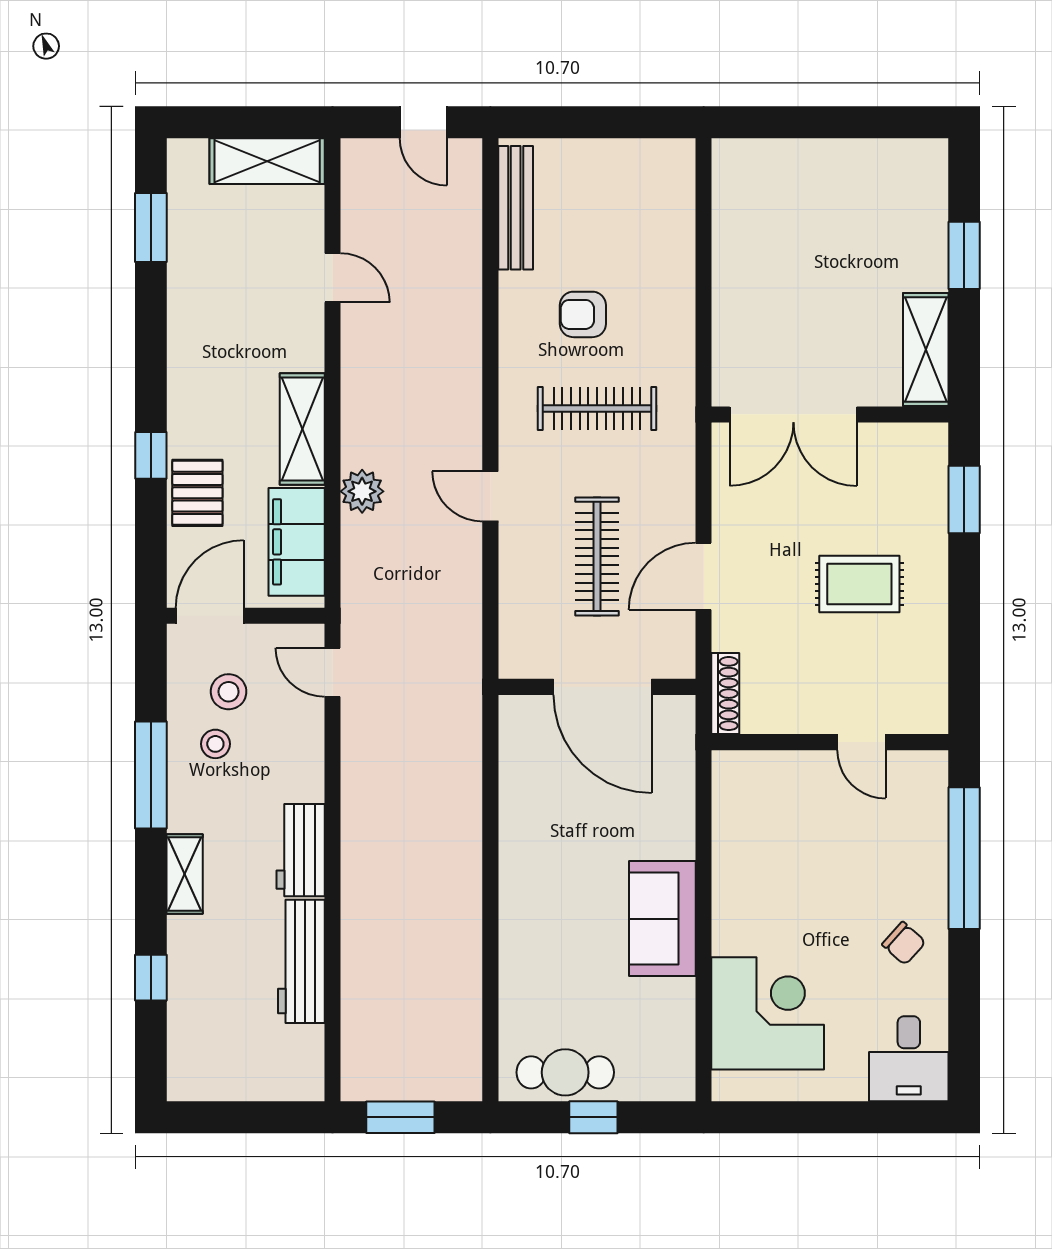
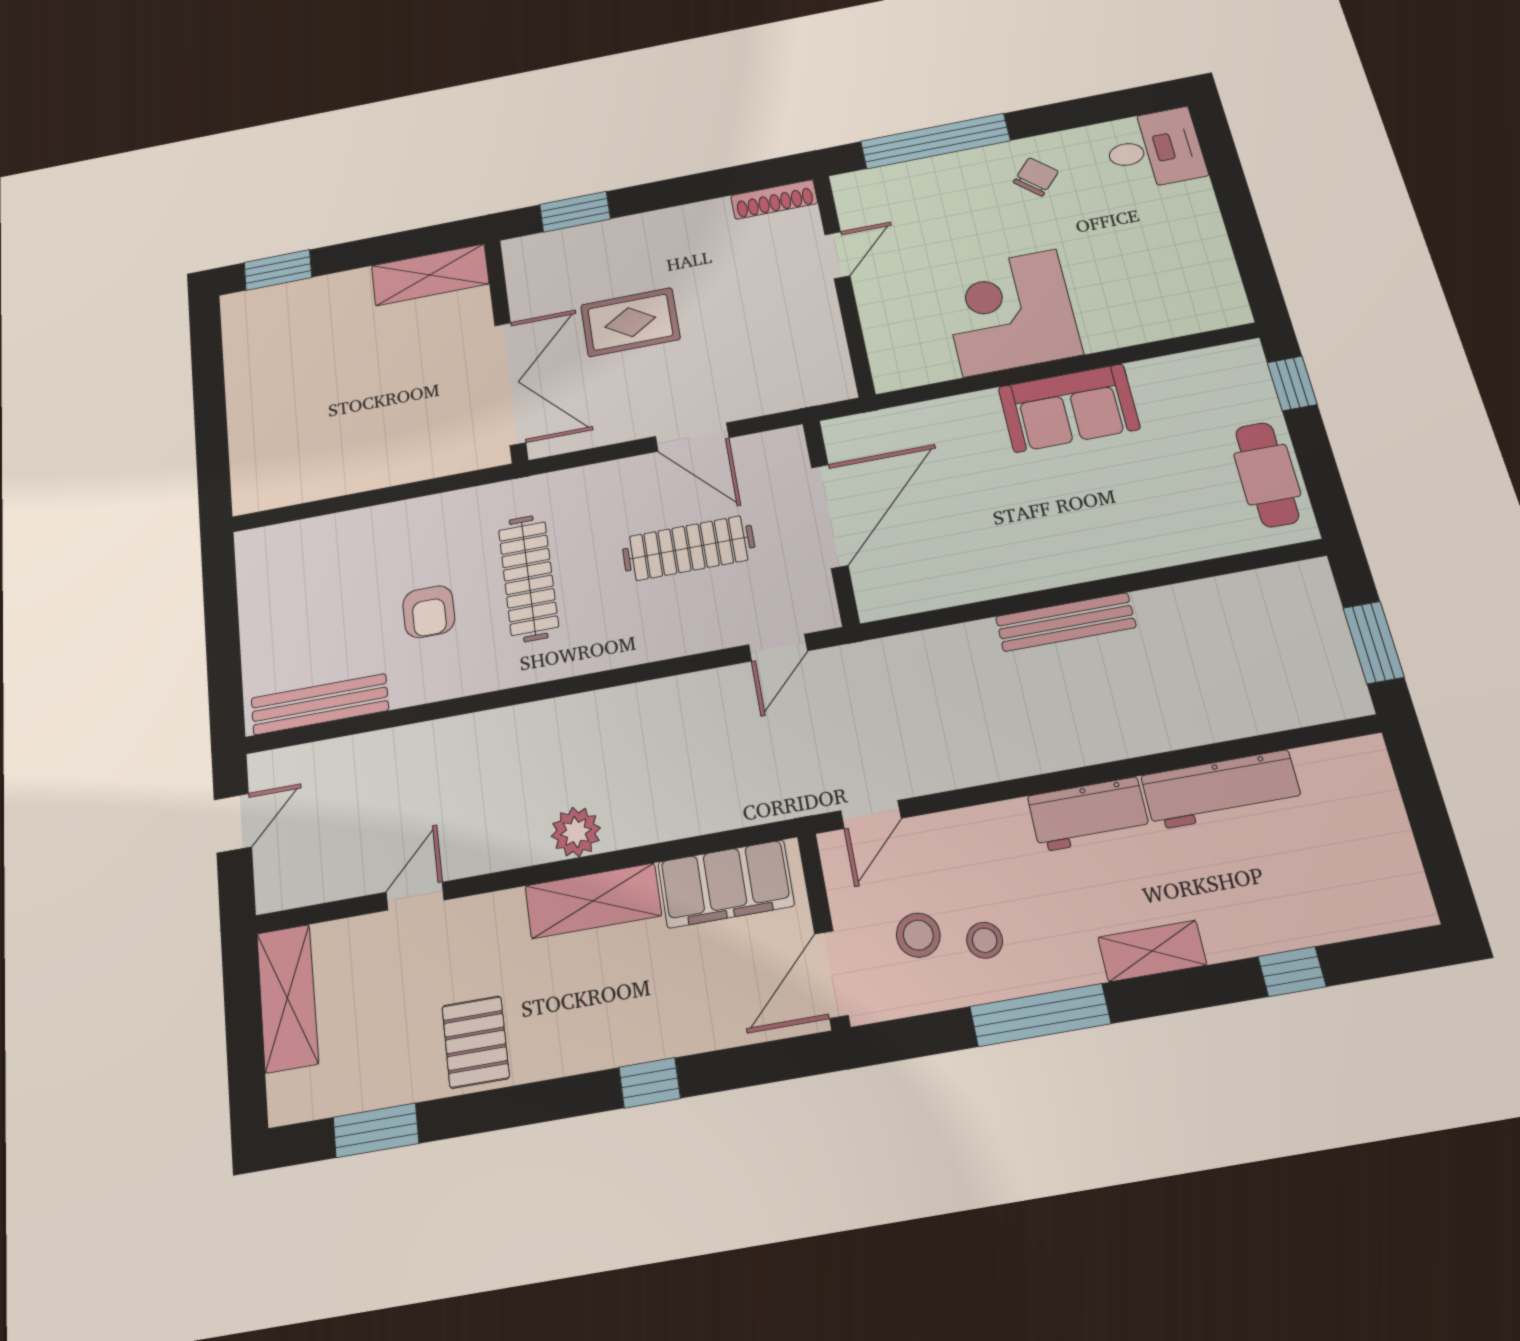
window: (964, 255) -> (278, 270), moved
plant: (362, 491) -> (576, 832), moved
pallet: (197, 493) -> (476, 1042), moved, turned 90
door: (490, 496) -> (778, 648), moved
rug: (859, 584) -> (630, 322), moved, turned 90
door: (210, 616) -> (831, 974), hinge flipped
shoe rack: (725, 694) -> (774, 200), moved, turned 180
bench: (466, 870) -> (1066, 622), added
corner desk: (768, 1013) -> (1010, 313), moved
window: (593, 1117) -> (1292, 383), moved

